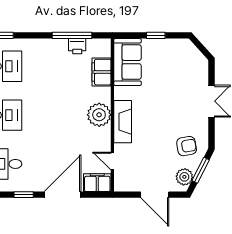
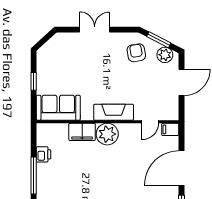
window: (72, 35) -> (34, 175), moved
filing cabinet: (101, 72) -> (82, 132), moved
filing cabinet: (97, 183) -> (170, 129), width x0.50
door: (63, 195) -> (181, 168), hinge flipped

